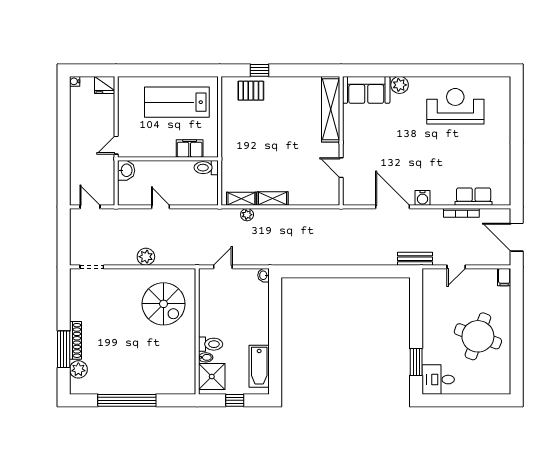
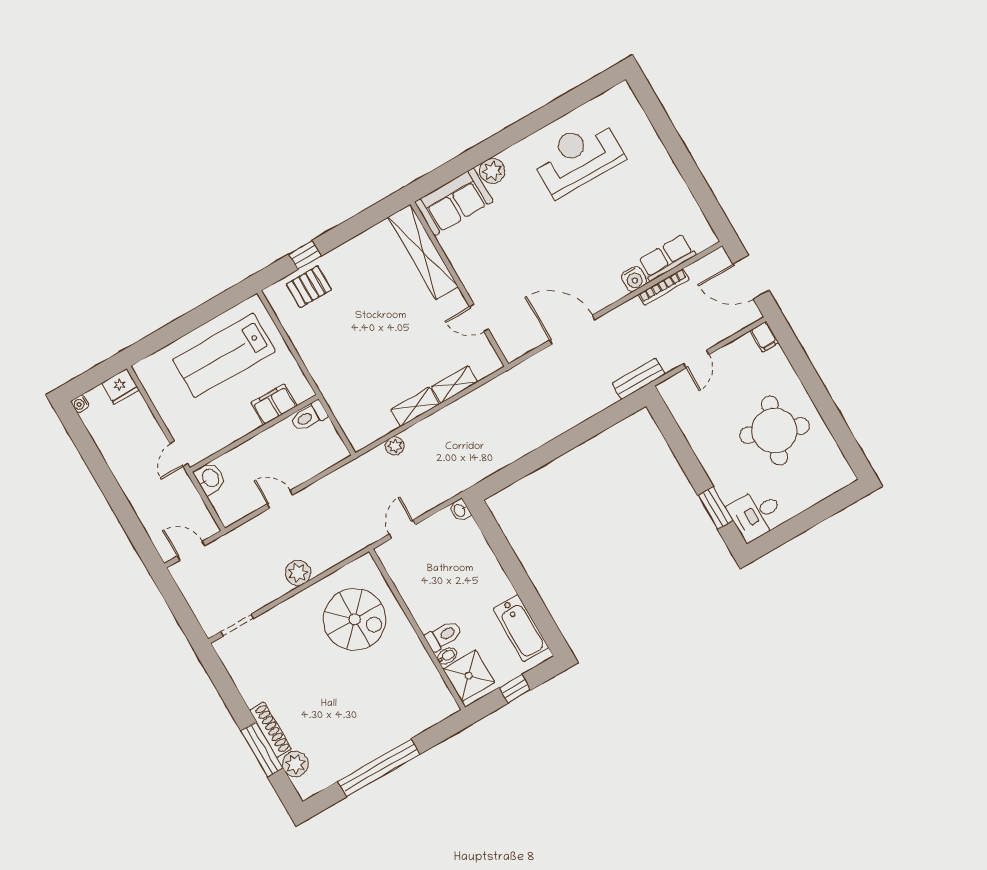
water cooler: (422, 198) -> (634, 279), moved
shelving: (241, 199) -> (455, 384), moved

